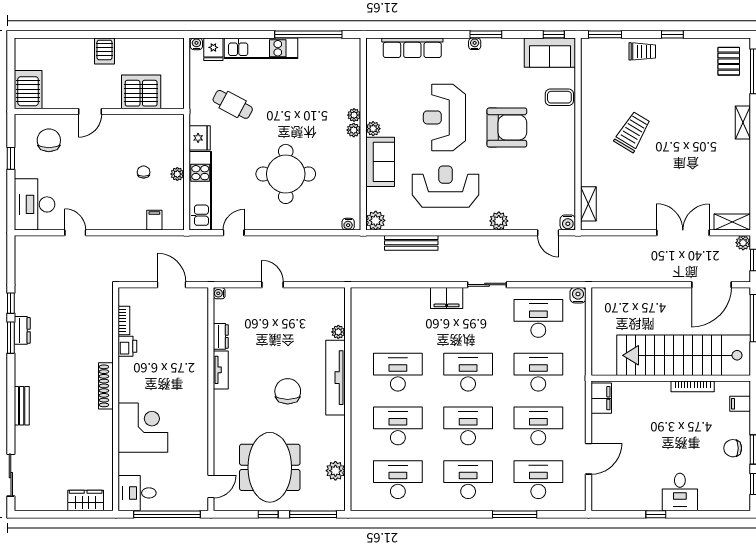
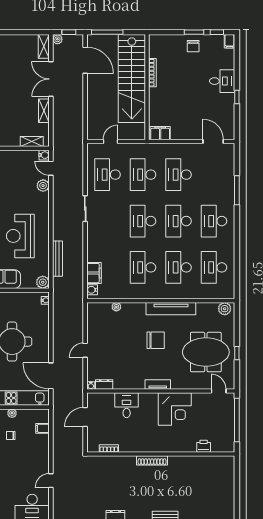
plant: (499, 221) -> (43, 186), moved
shelving: (635, 222) -> (44, 111), added
door: (234, 233) -> (51, 376), width x1.87
door: (548, 233) -> (51, 168), swing flipped
water cooler: (578, 295) -> (92, 290), moved
filing cabinet: (447, 298) -> (94, 273), moved
door: (588, 323) -> (111, 141), added
dresser: (221, 336) -> (104, 384), moved
printer: (127, 346) -> (204, 446), moved
tv unit: (221, 370) -> (158, 384), moved
tv unit: (336, 378) -> (171, 309), moved
chair: (288, 391) -> (156, 340), turned 180
filing cabinet: (740, 404) -> (229, 41), moved
corner desk: (143, 428) -> (175, 409), moved, turned 180
door: (588, 459) -> (213, 141), moved
plant: (335, 471) -> (225, 309), moved
desk: (538, 480) -> (214, 175), removed
desk: (137, 493) -> (127, 405), moved, turned 180
wardrobe: (86, 500) -> (228, 474), removed
window: (313, 514) -> (237, 323), removed

